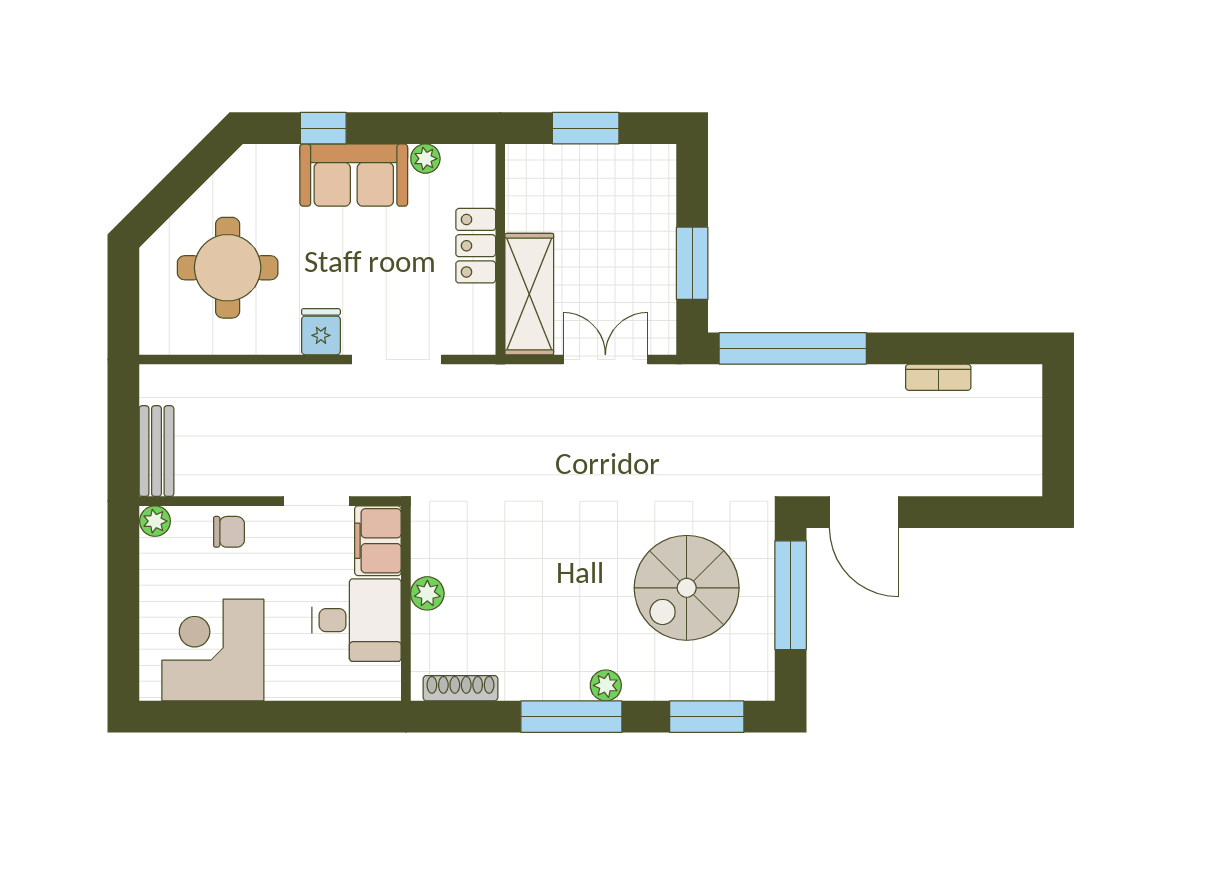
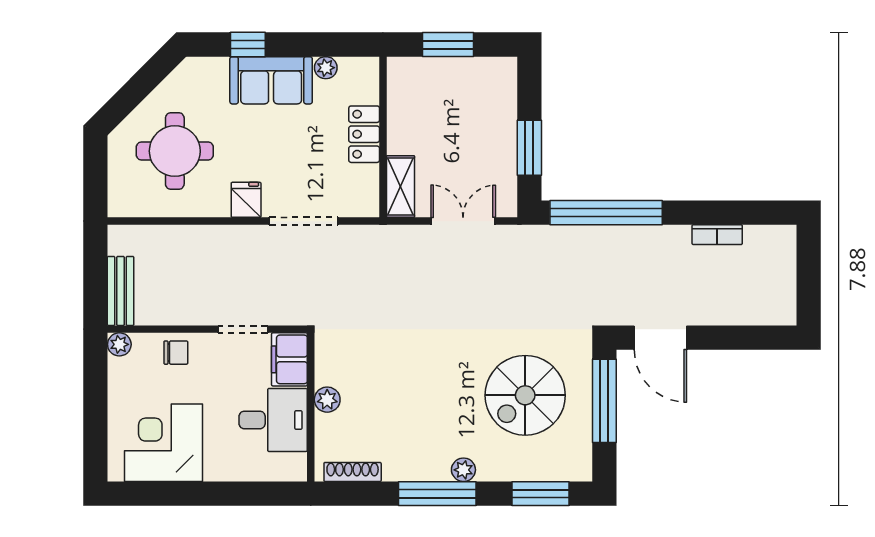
shelving: (529, 294) -> (400, 187), width x0.67, depth x0.75

